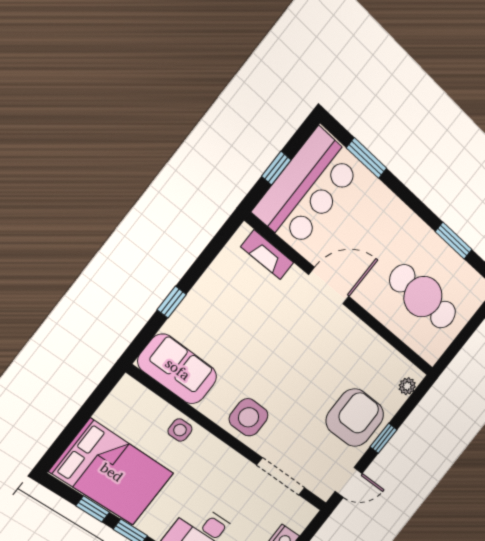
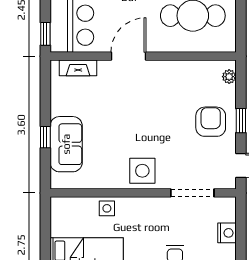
window: (276, 168) -> (45, 34), moved
sofa: (178, 369) -> (66, 144), moved, turned 90
armchair: (355, 418) -> (211, 122), width x0.73, depth x0.73

